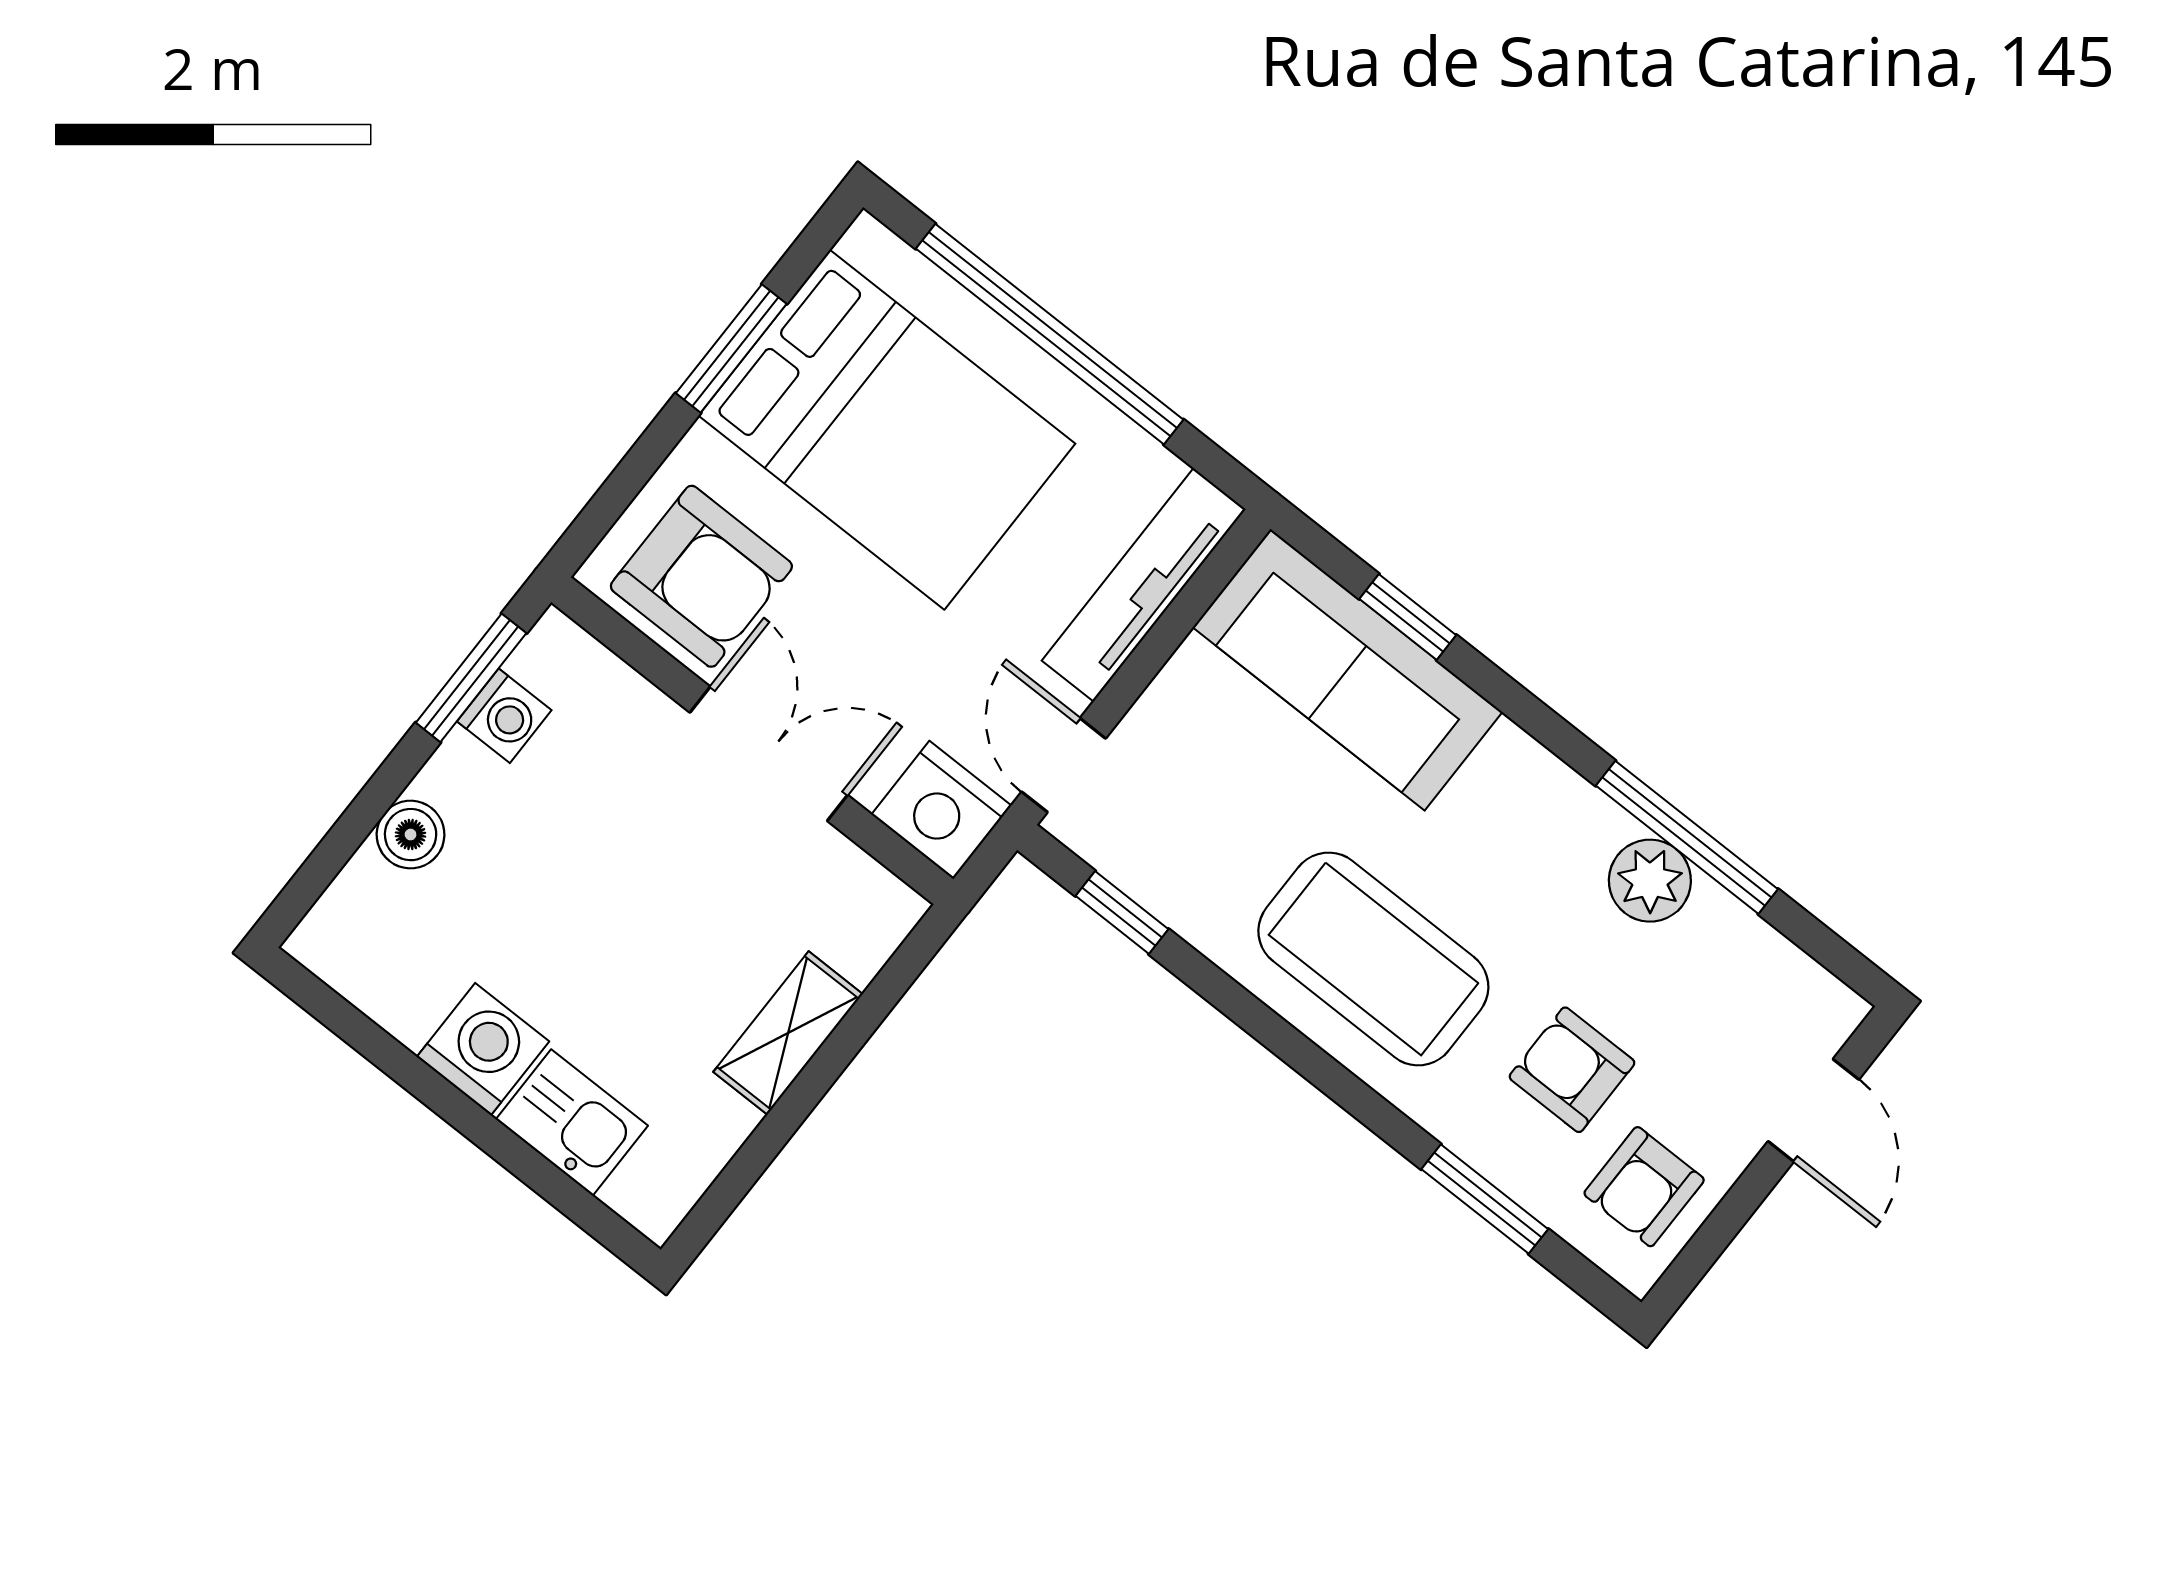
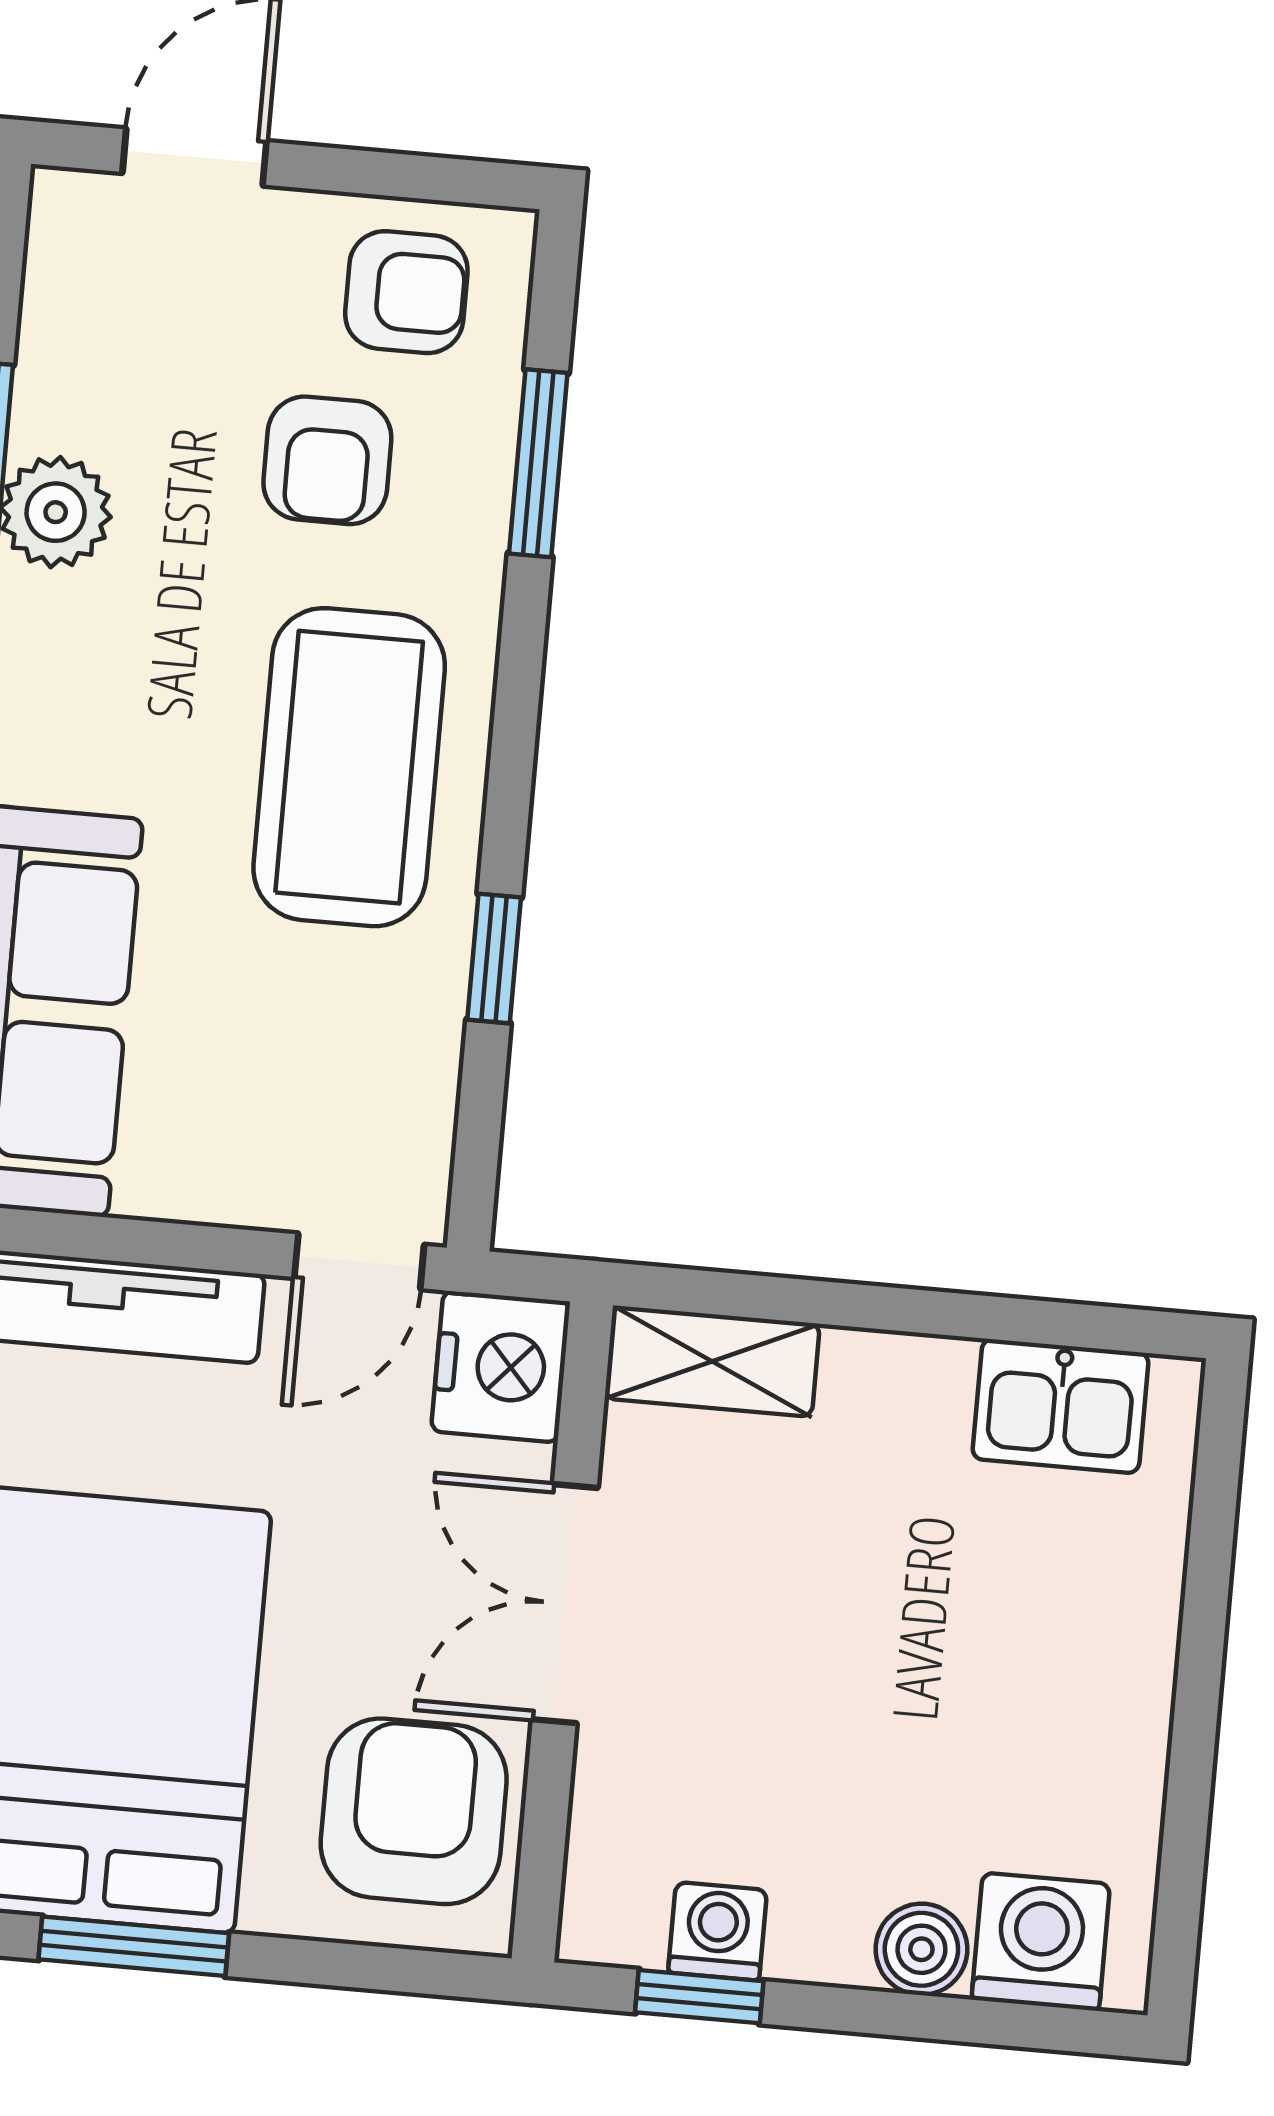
window: (471, 678) -> (699, 1997), width x0.67
window: (1122, 913) -> (494, 959), moved
shelving: (788, 1033) -> (712, 1361), moved
washing machine: (483, 1049) -> (1041, 1942), moved, turned 90
kitchen sink: (572, 1123) -> (1061, 1406), moved, turned -90

